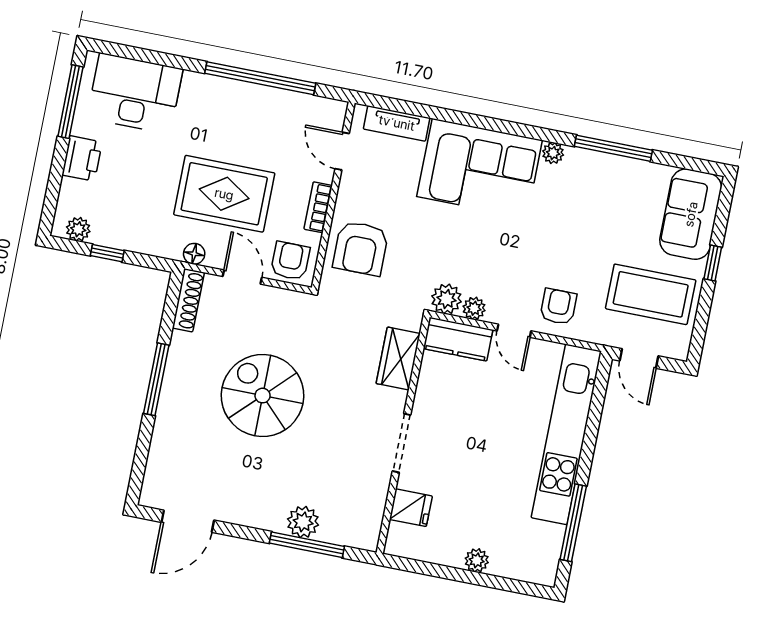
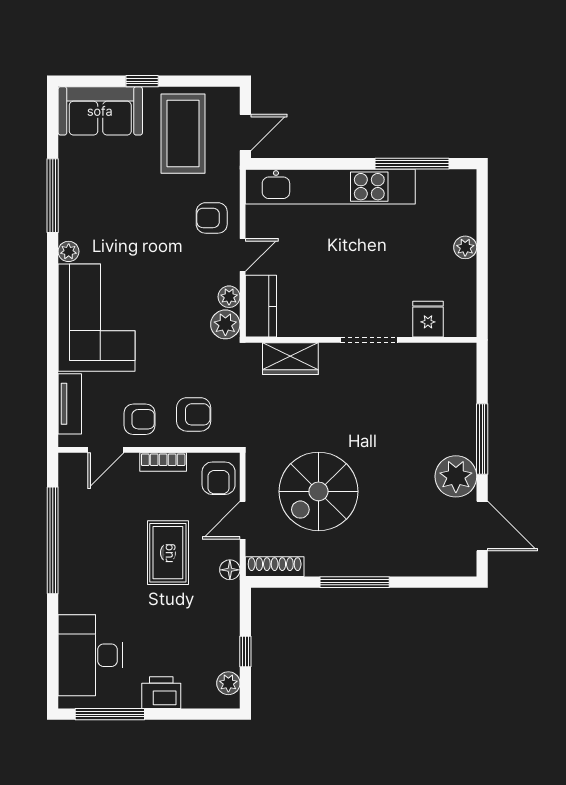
armchair: (367, 192) -> (139, 419), added
rug: (224, 194) -> (168, 553), width x0.73, depth x0.70
armchair: (361, 248) -> (194, 414), width x0.72, depth x0.72
armchair: (290, 261) -> (219, 478), turned -90
spiral stairs: (263, 396) -> (318, 491), moved
plant: (303, 522) -> (456, 476), moved, width x1.36, depth x1.36
window: (307, 545) -> (482, 439), moved

